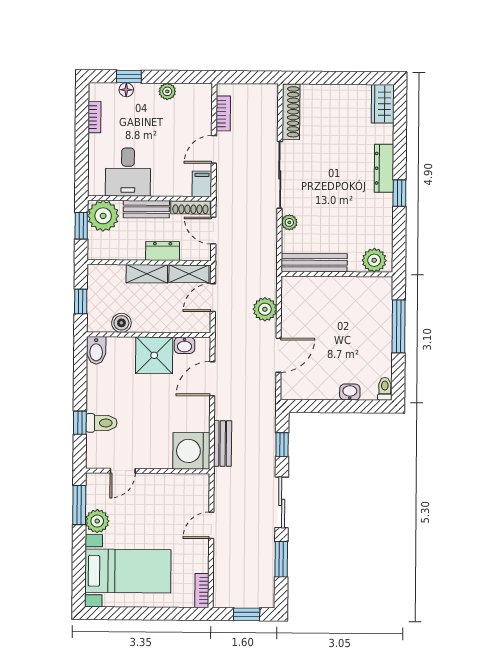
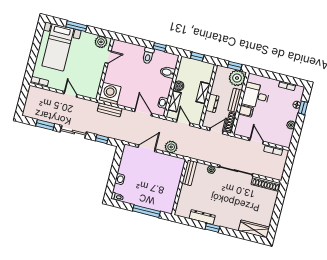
wardrobe: (383, 104) -> (254, 229), width x1.50
dresser: (384, 168) -> (202, 217), moved
filing cabinet: (202, 184) -> (246, 111), moved
plant: (374, 260) -> (182, 207), removed
bench: (314, 263) -> (189, 173), width x0.73
shelving: (189, 274) -> (175, 101), moved
boiler: (121, 323) -> (179, 86), moved
bidet: (96, 350) -> (168, 72), moved
shower: (154, 355) -> (162, 87), removed
door: (279, 355) -> (147, 148), swing flipped
window: (80, 423) -> (160, 47), moved
toilet: (102, 423) -> (148, 56), moved
door: (123, 471) -> (108, 57), swing flipped
window: (79, 505) -> (76, 26), moved
plant: (97, 521) -> (101, 42), moved
window: (247, 614) -> (22, 101), removed

